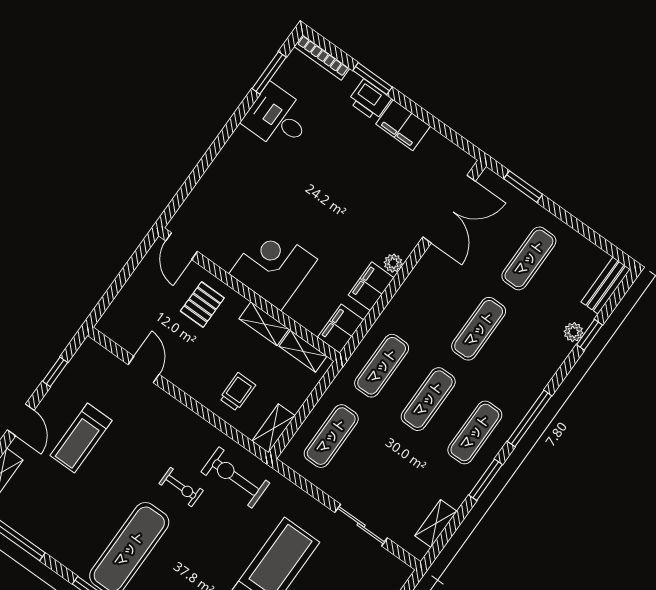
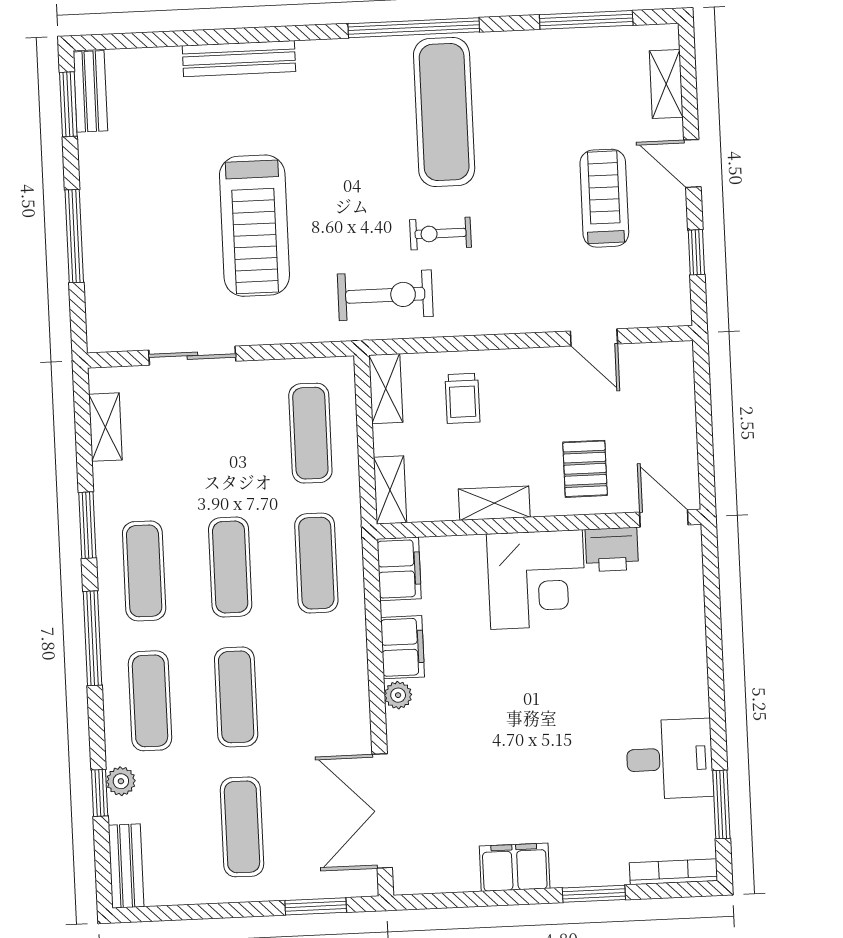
printer: (370, 100) -> (612, 549), moved, turned 180
shelving: (303, 351) -> (390, 490), moved, turned 90
exercise mat: (525, 362) -> (150, 701), added

